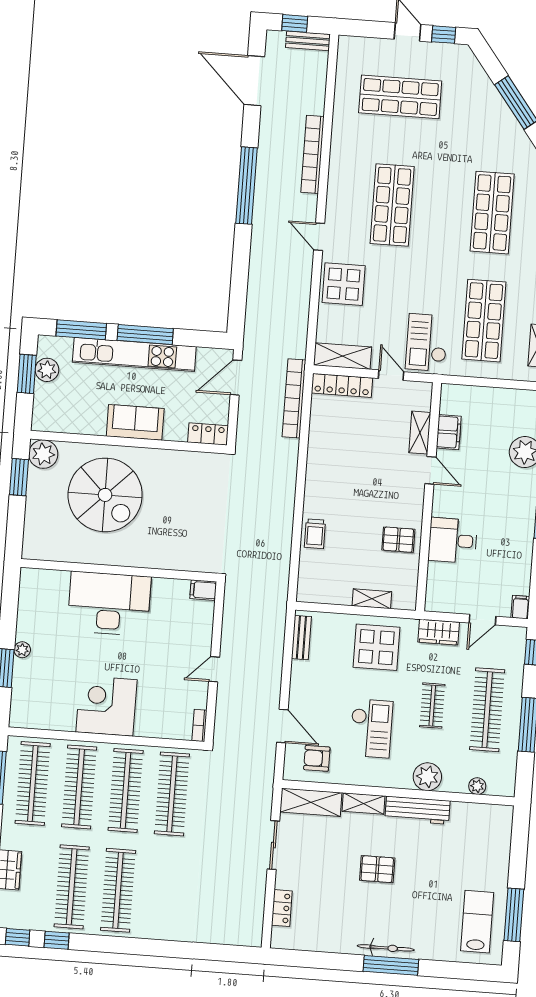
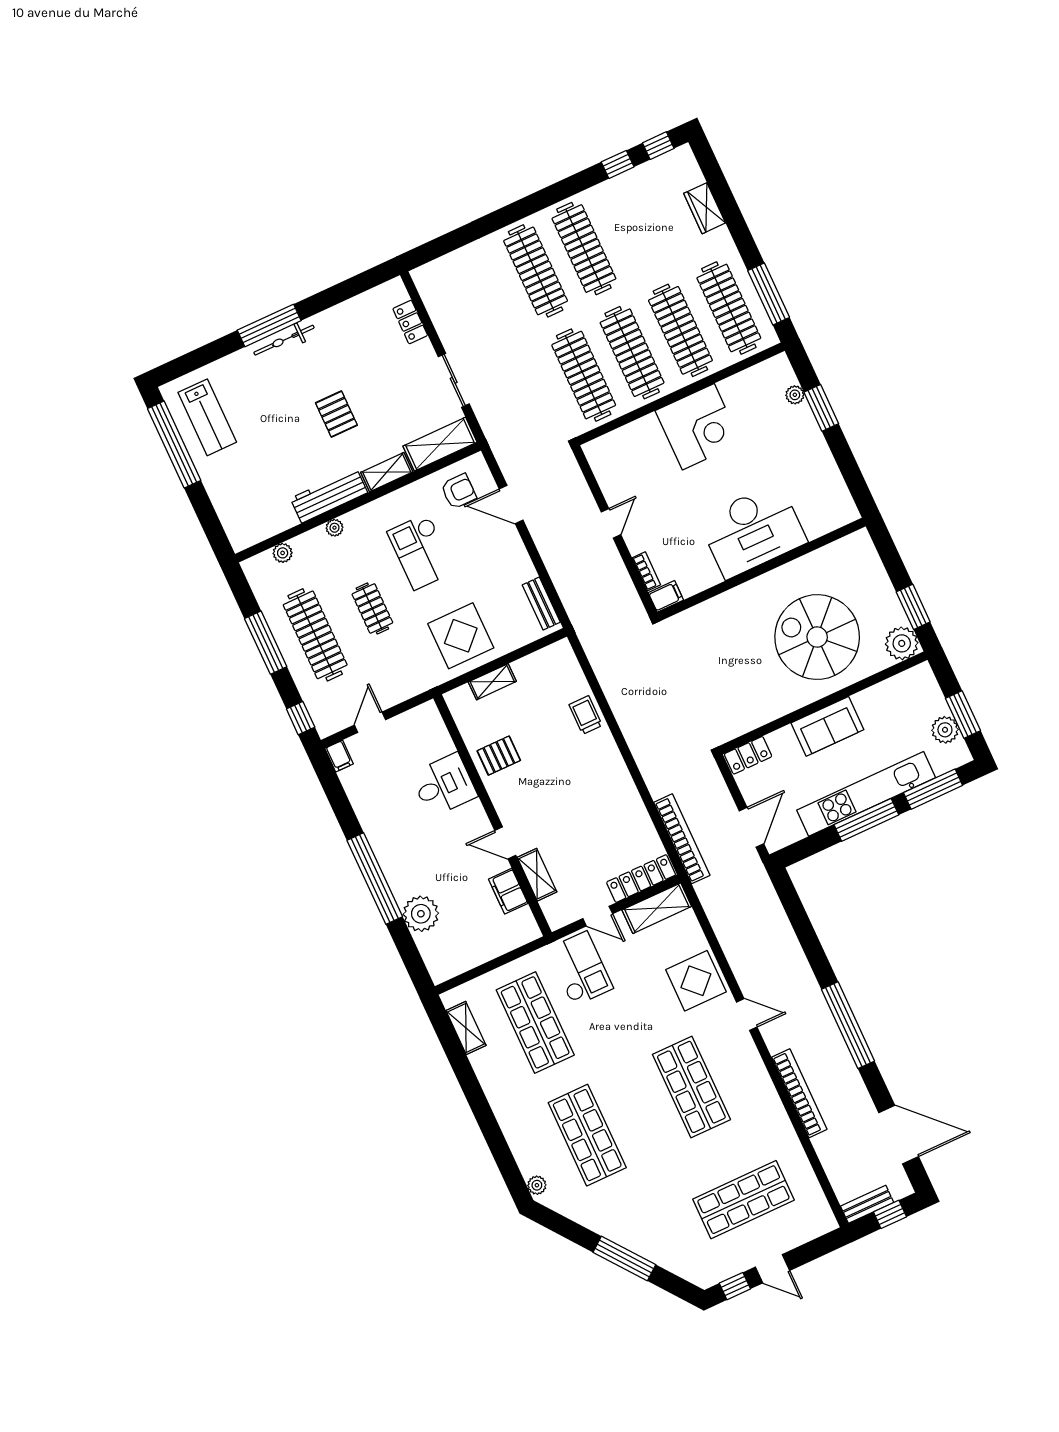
wardrobe: (439, 632) -> (407, 685), removed
plant: (22, 650) -> (795, 395), moved
bookcase: (199, 725) -> (646, 571), moved
plant: (427, 777) -> (334, 528), width x0.53, depth x0.53
pallet: (377, 869) -> (336, 414), turned 90
clothes rail: (72, 887) -> (536, 271), moved
window: (514, 915) -> (174, 444), width x1.46

